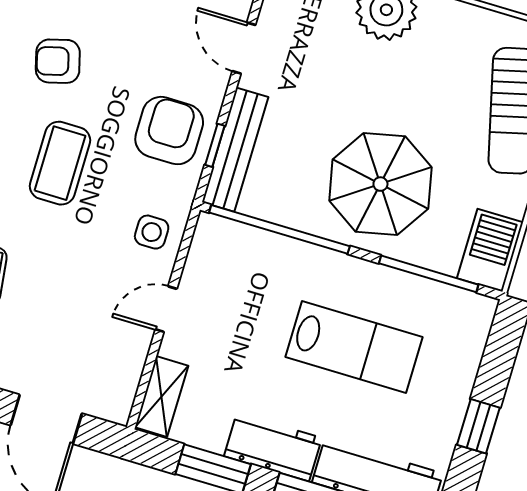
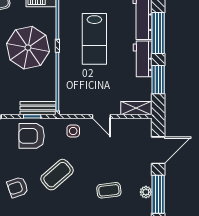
armchair: (58, 61) -> (18, 187), turned 86
bench: (235, 150) -> (38, 108), width x0.73
coffee table: (60, 163) -> (57, 175), turned -41
lab bench: (354, 347) -> (94, 39), turned 180

